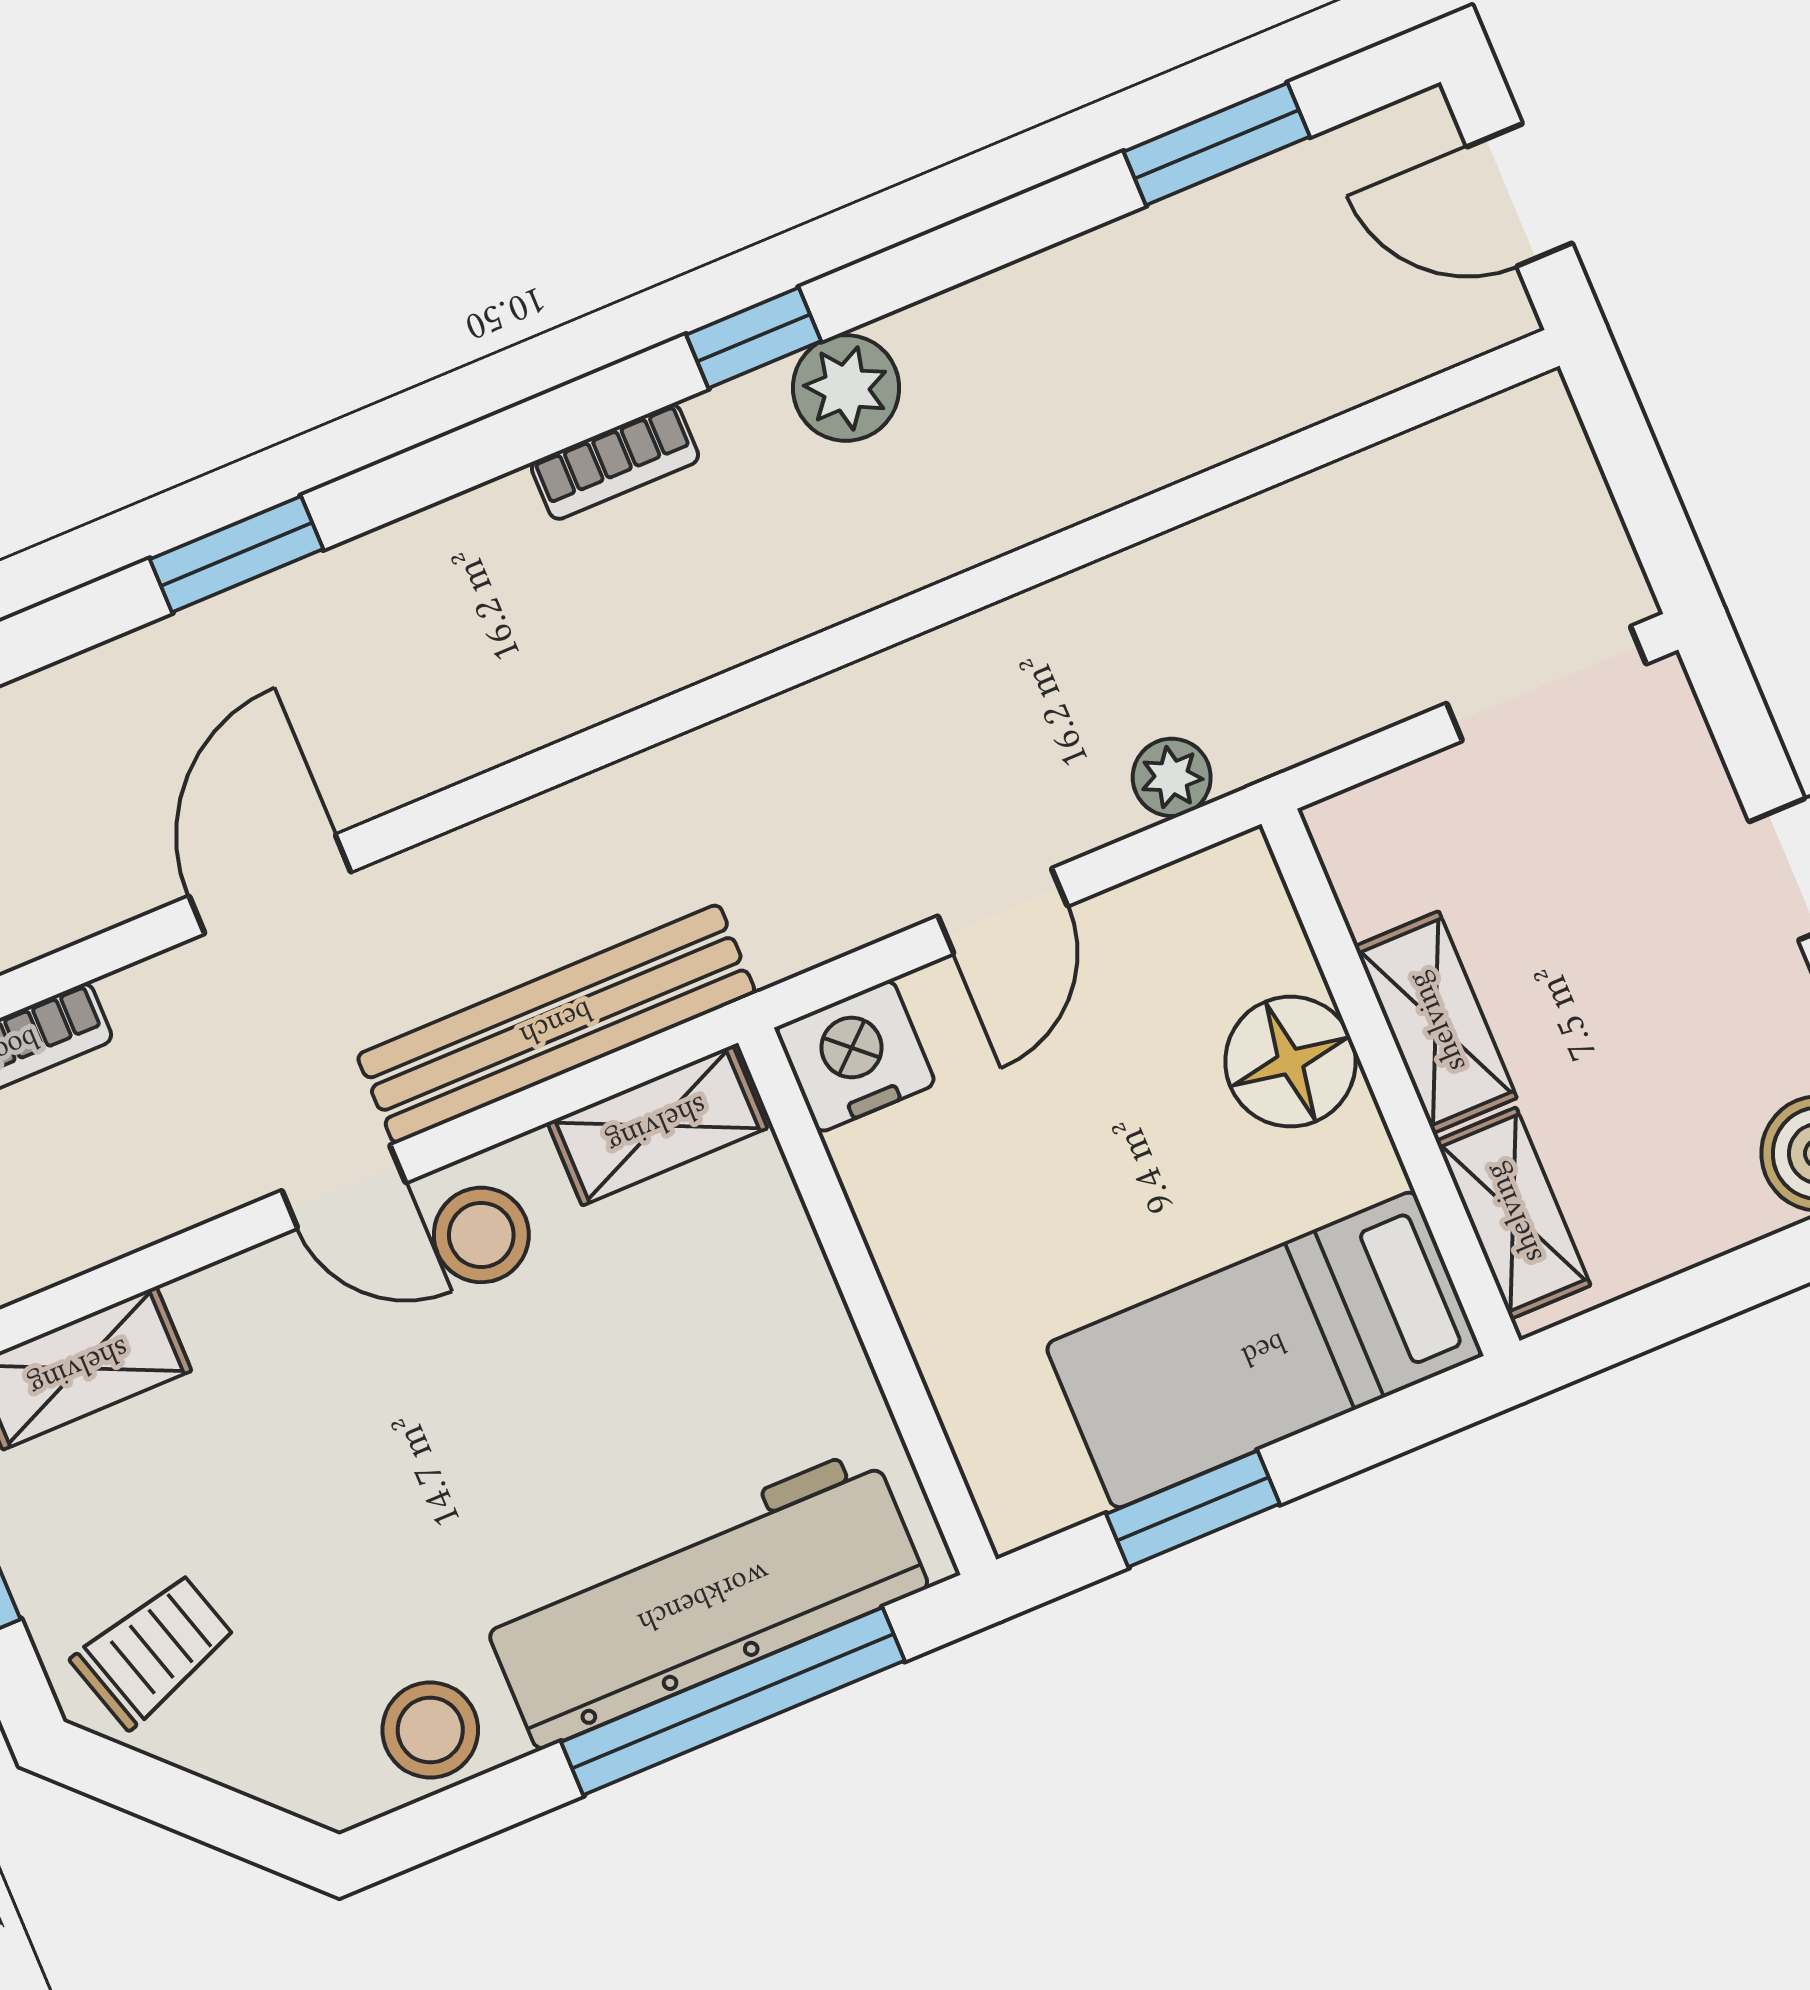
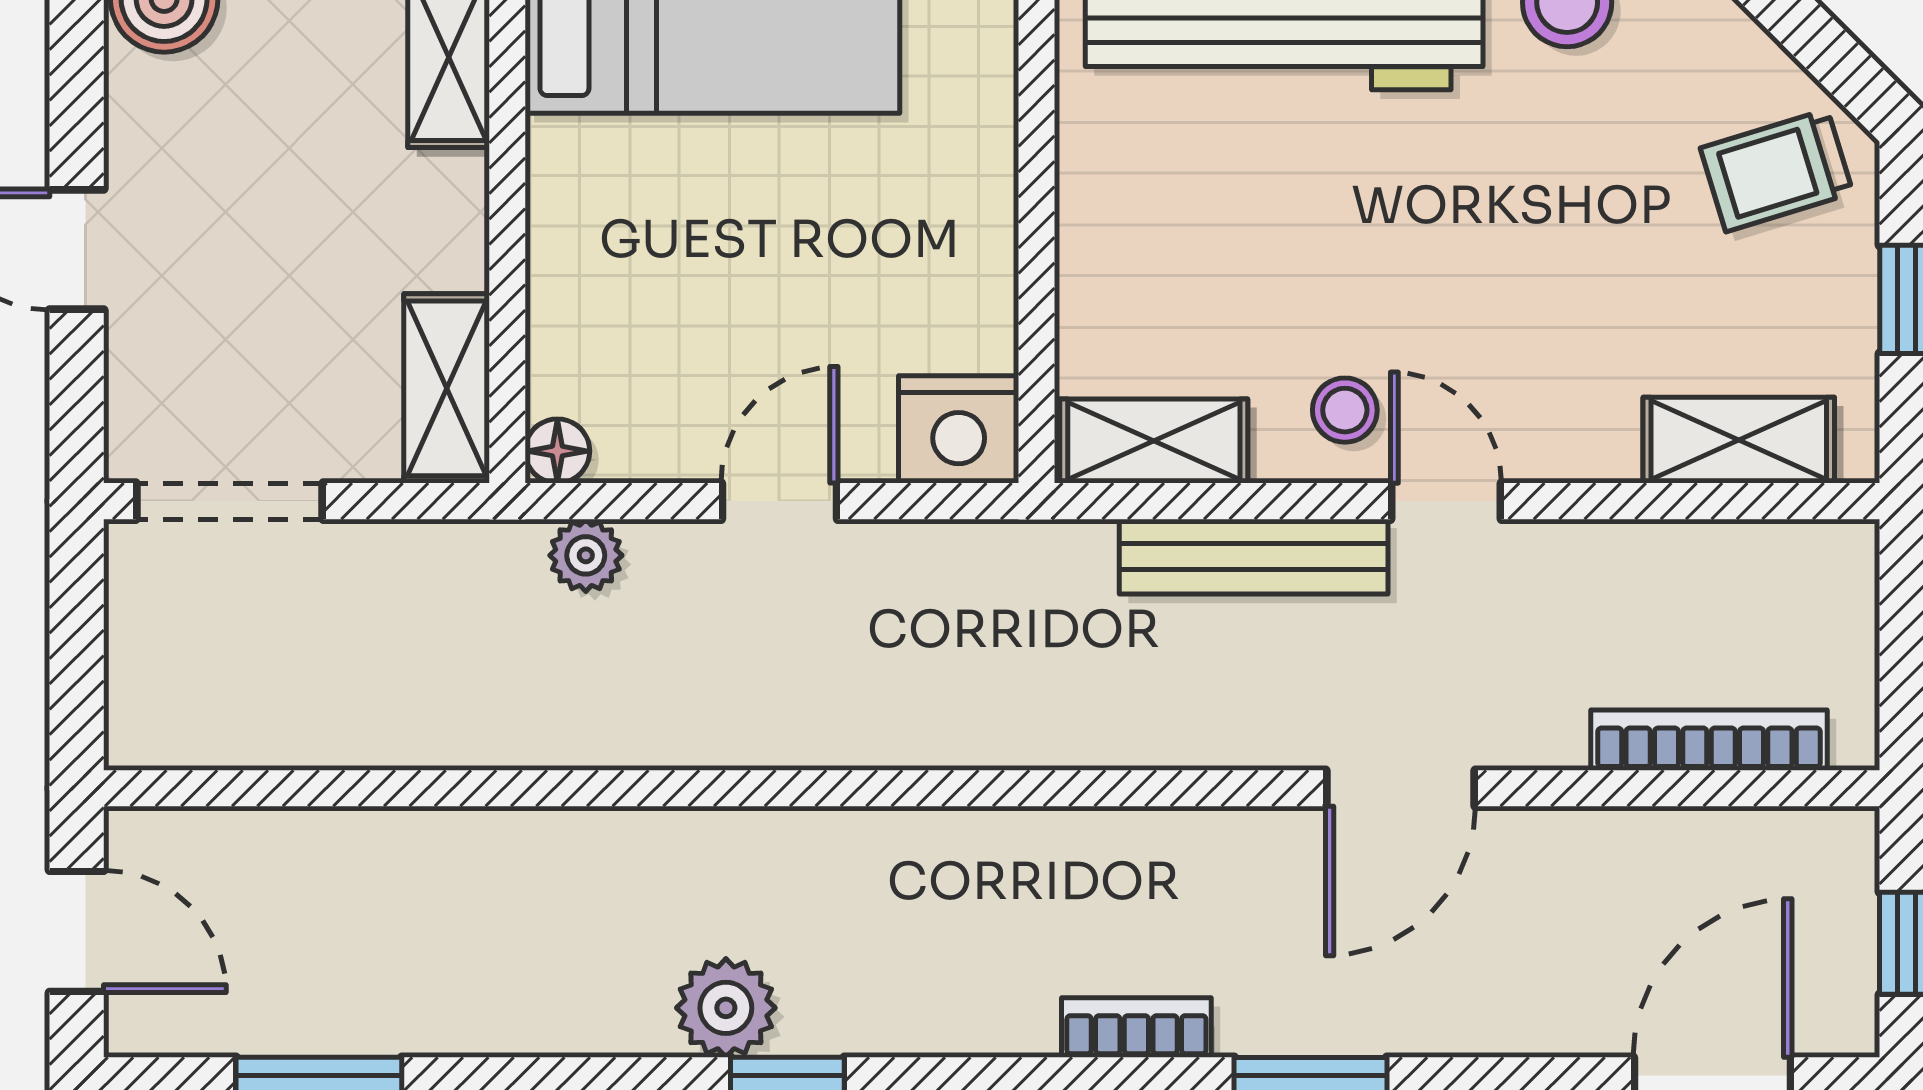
bookcase: (615, 462) -> (1136, 1027), moved
shelving: (1436, 1022) -> (447, 388), moved
bench: (556, 1024) -> (1254, 557), width x0.73, depth x0.82
floor lamp: (1290, 1062) -> (557, 451), moved, width x0.53, depth x0.53
stool: (481, 1235) -> (1345, 410), width x0.73, depth x0.73

